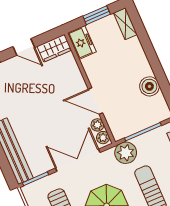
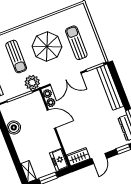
door: (24, 47) -> (99, 158), swing flipped

